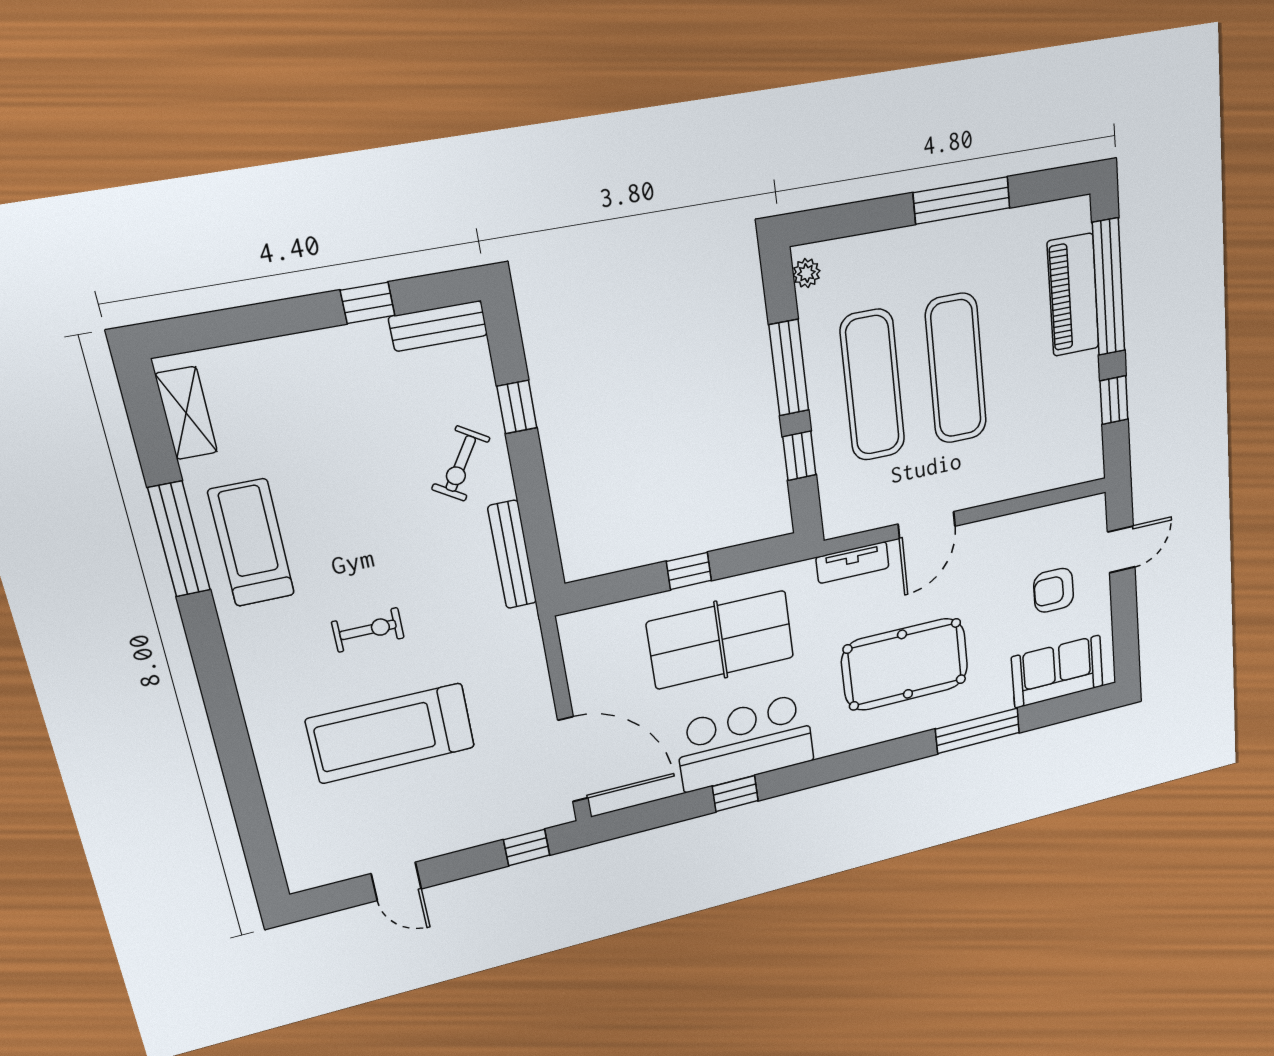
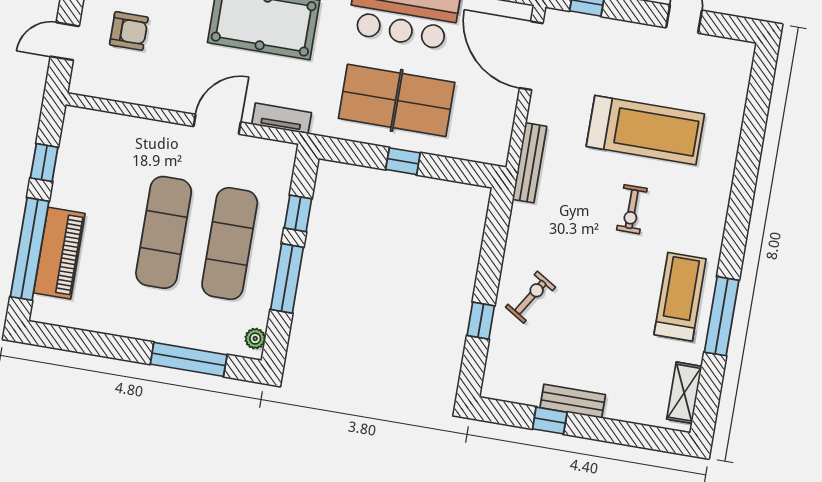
window: (962, 200) -> (189, 359), moved
bench: (438, 326) -> (573, 401), moved
treadmill: (251, 543) -> (680, 297), turned 180
bench: (512, 555) -> (530, 163), moved
exercise bike: (368, 630) -> (632, 209), turned -90

